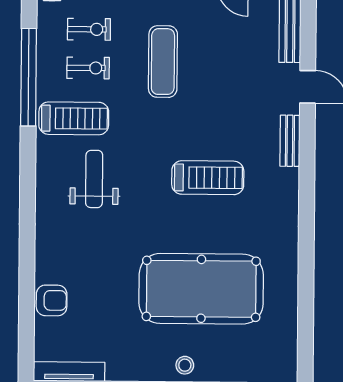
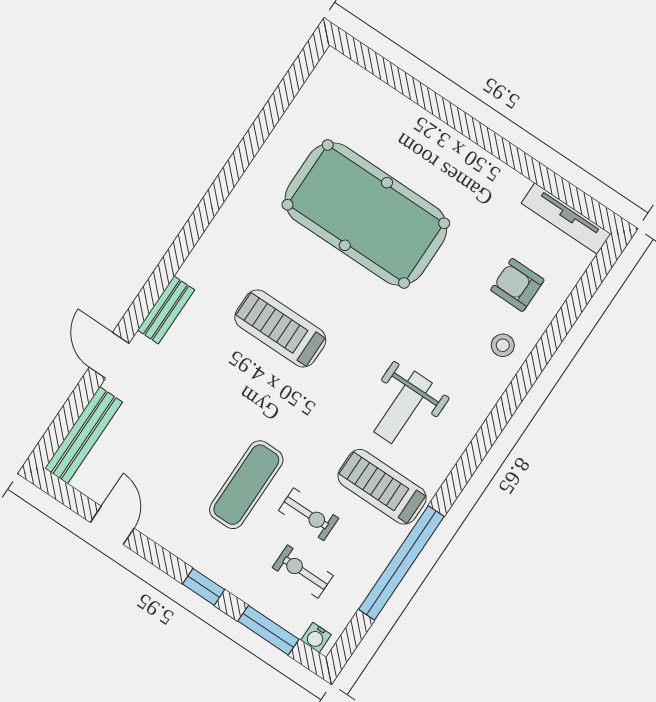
exercise bike: (88, 68) -> (309, 514), moved, turned 180
armchair: (52, 300) -> (517, 285), moved
stool: (185, 365) -> (503, 345), moved

